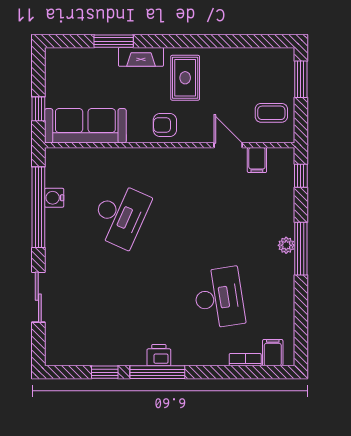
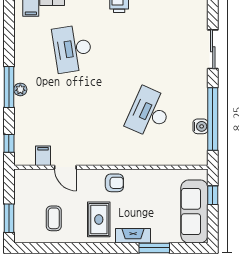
coffee table: (271, 113) -> (54, 218), moved, turned 90
sofa: (85, 126) -> (194, 211), moved, turned 90

